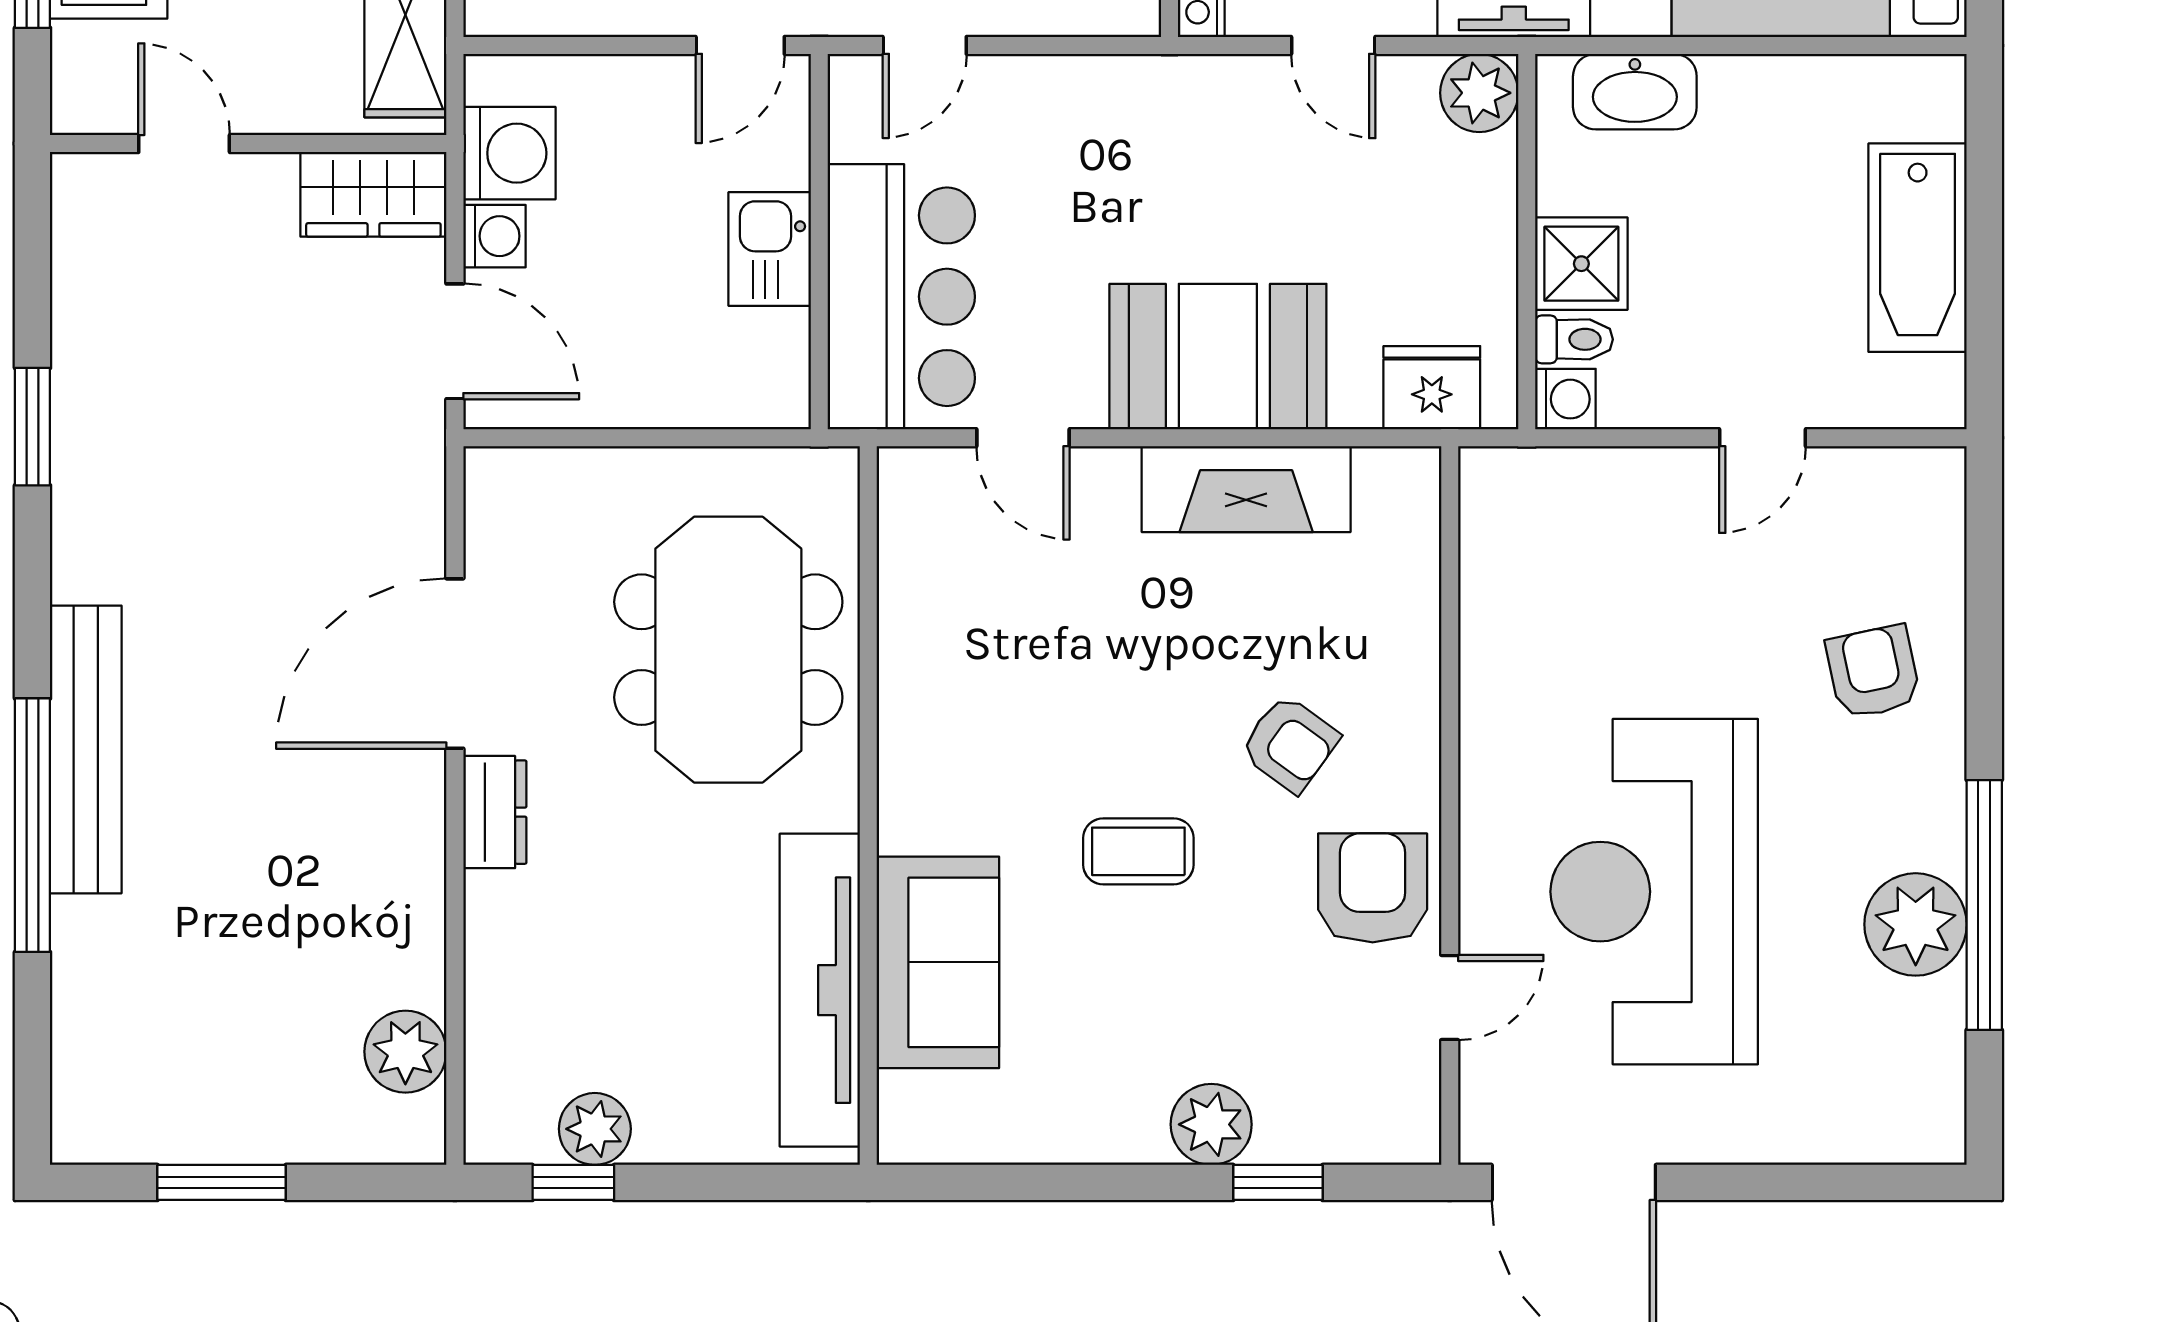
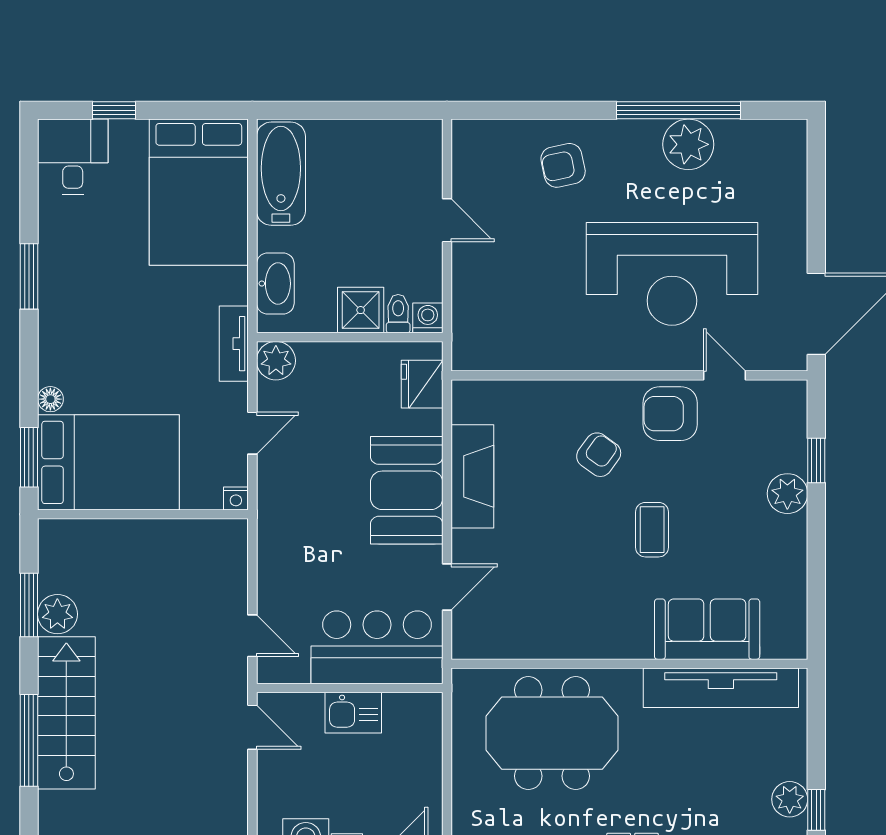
bathtub: (1918, 248) -> (281, 174), moved, turned -90

